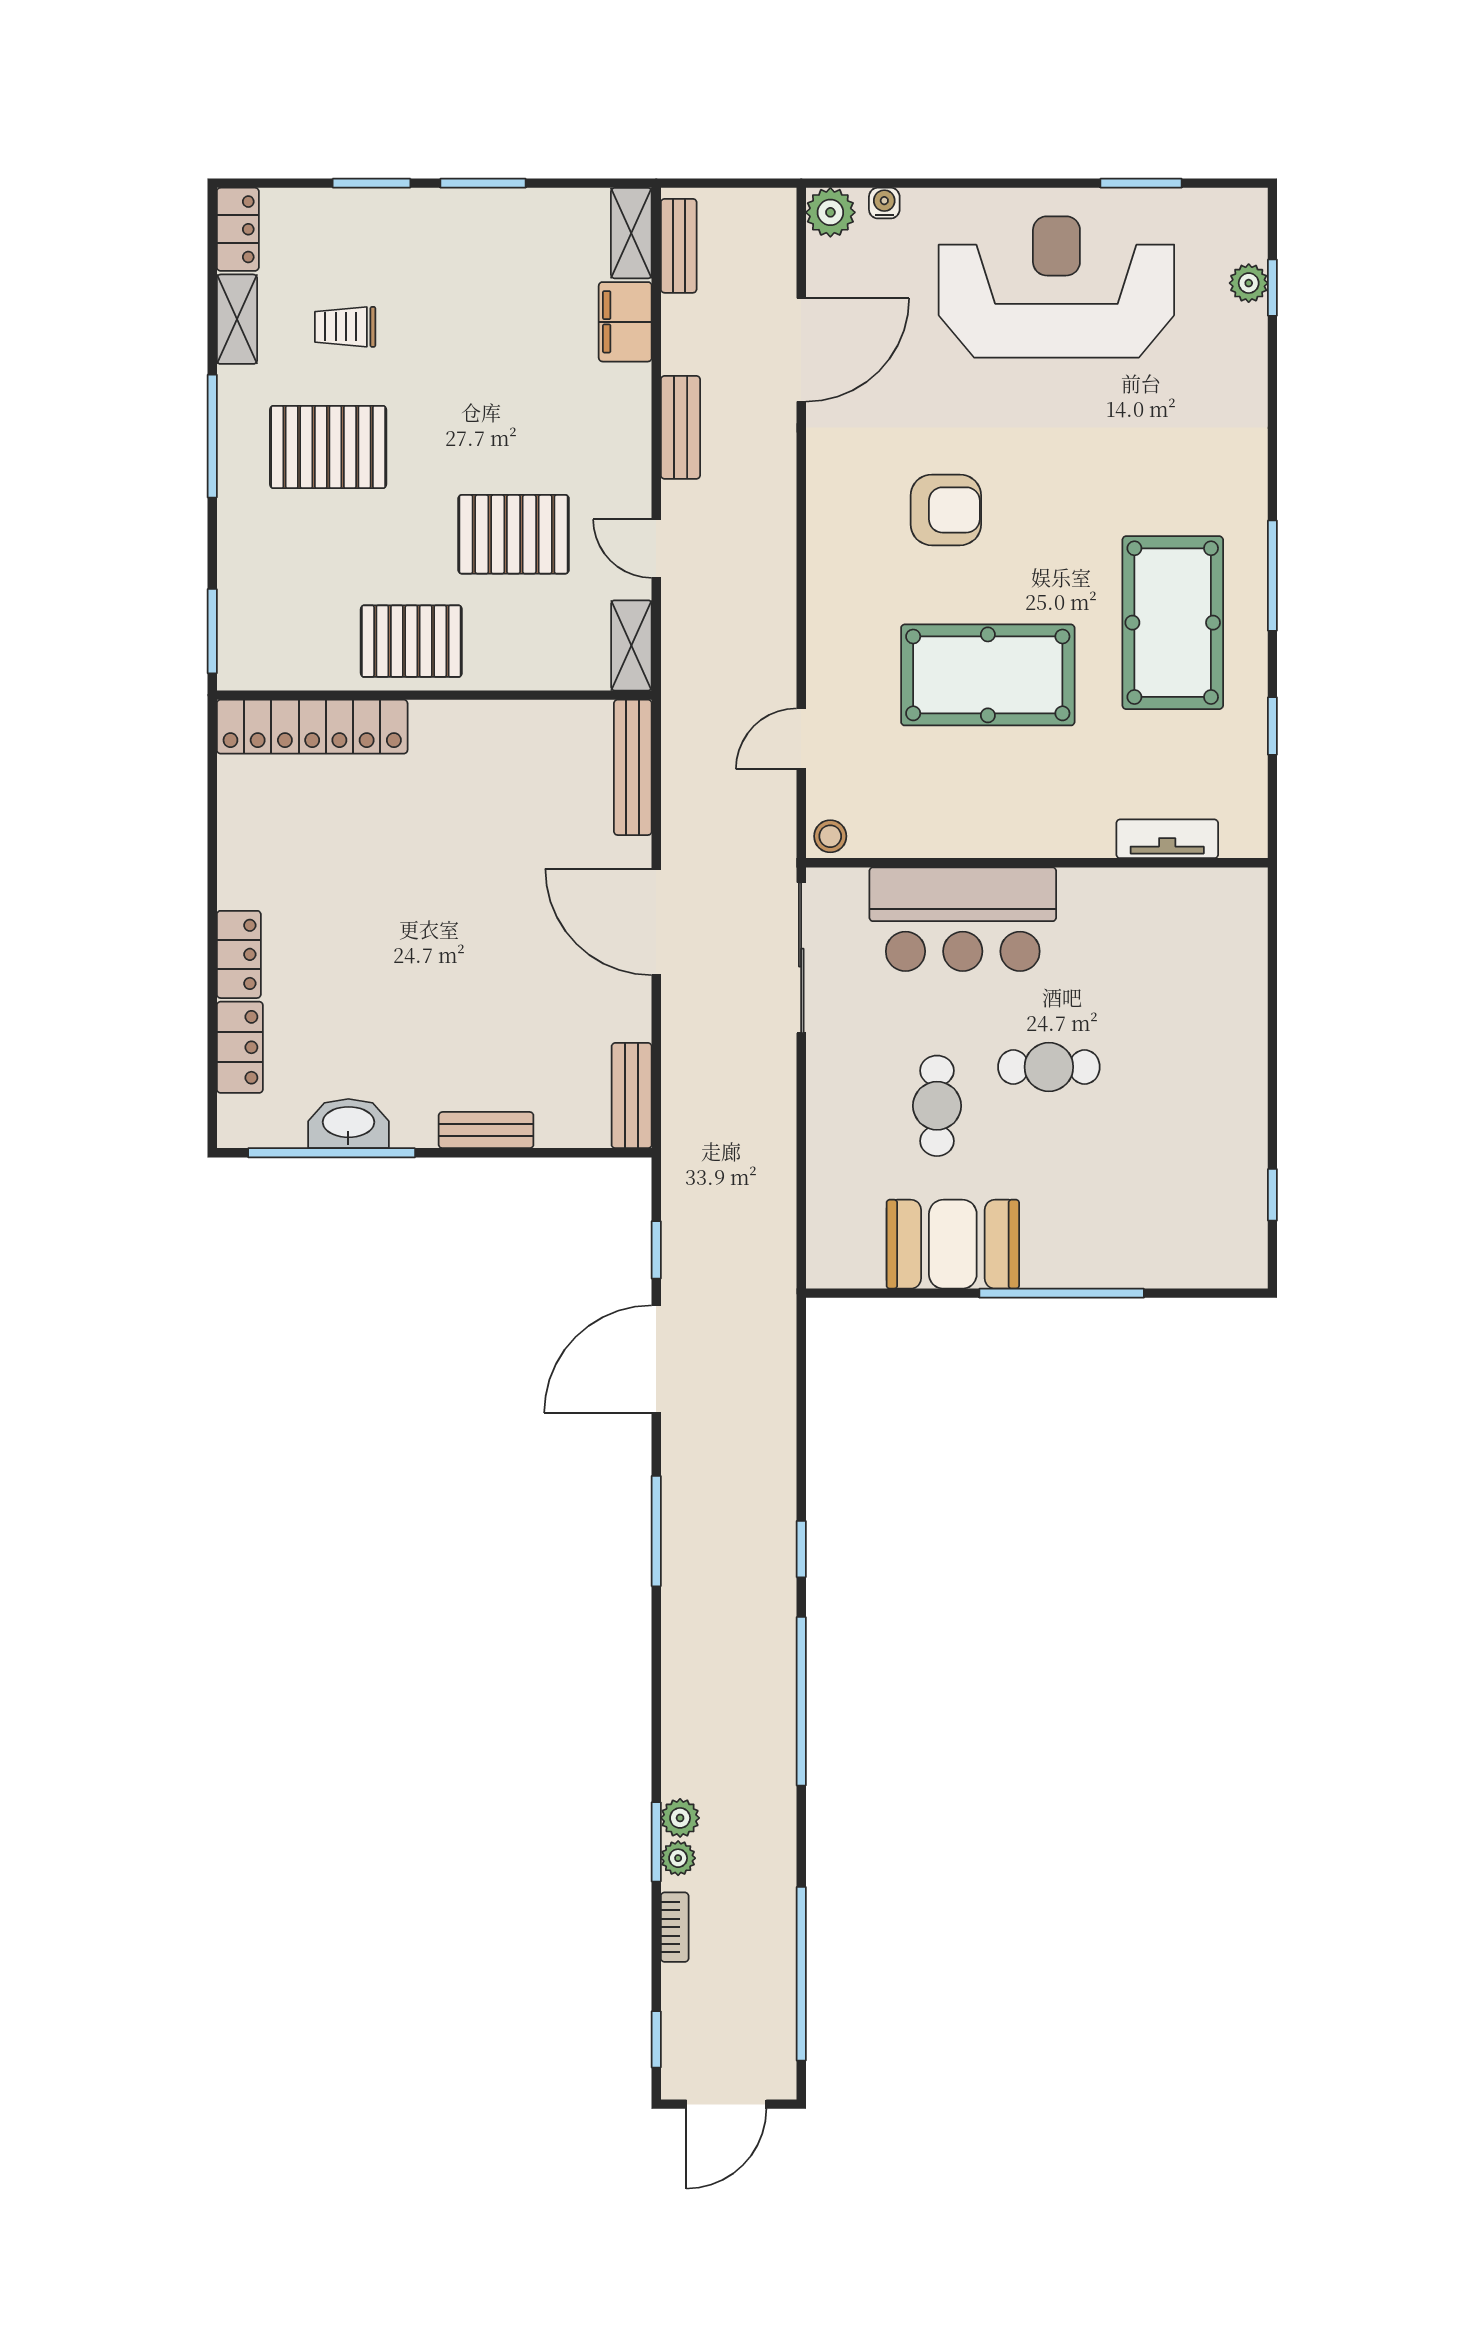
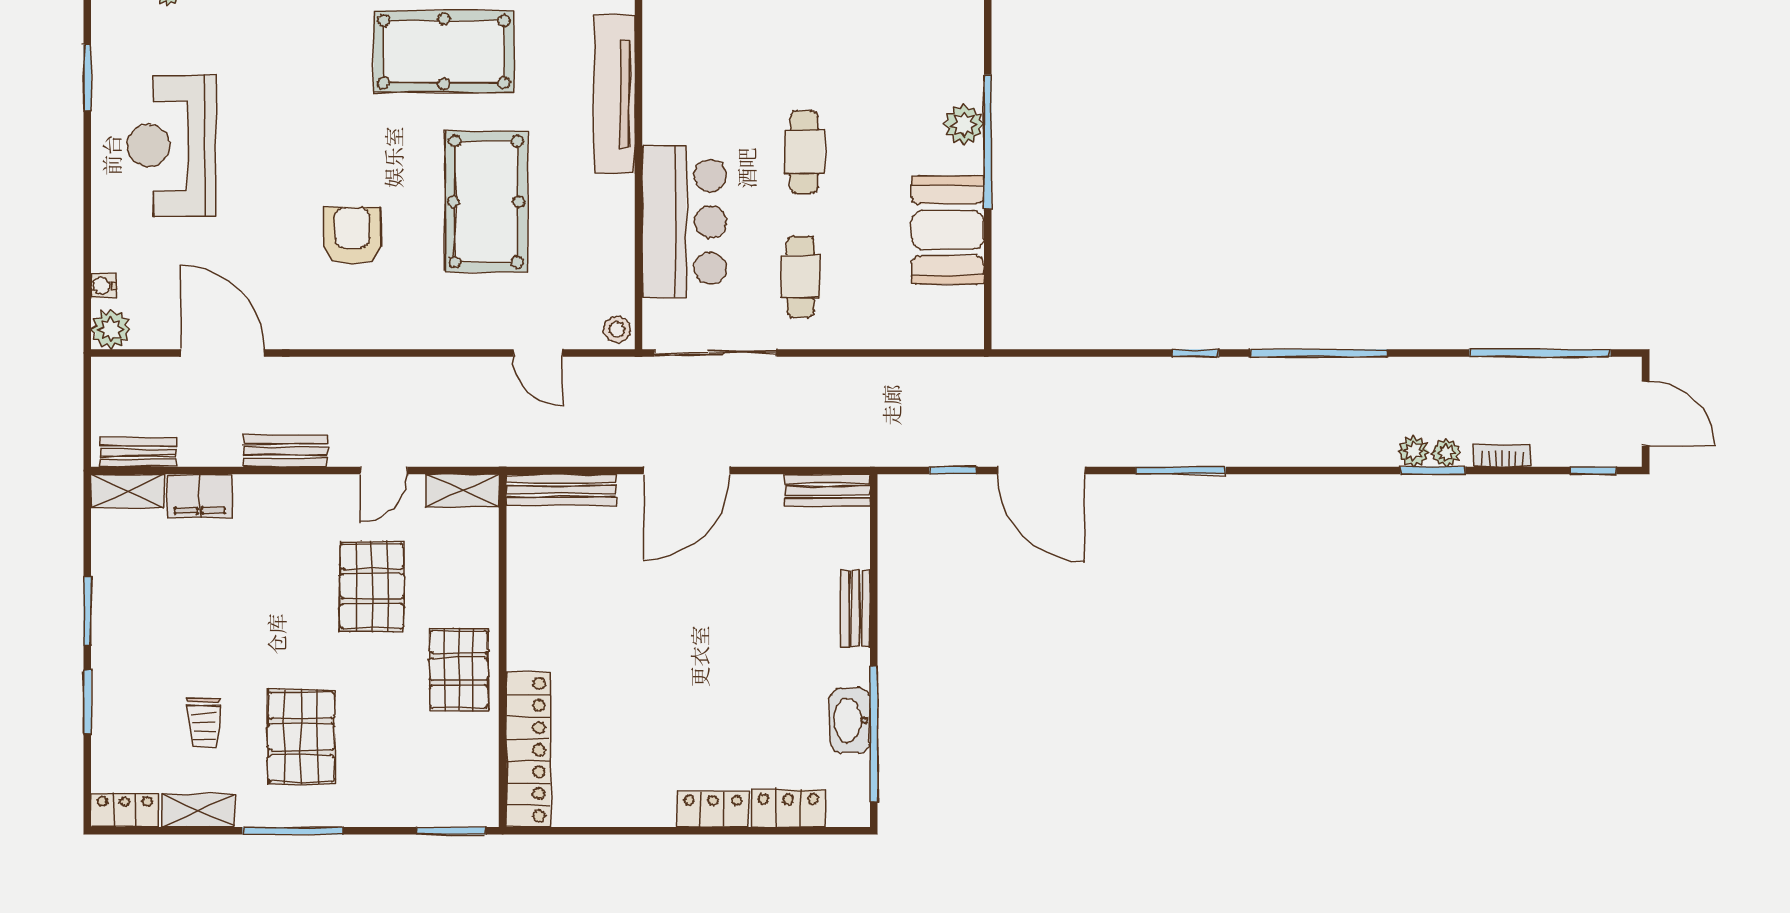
reception desk: (1056, 287) -> (171, 146), width x0.74, depth x0.77
tv unit: (1167, 839) -> (615, 94), width x1.92, depth x1.29
cafe table: (937, 1106) -> (801, 277), moved, turned 90
plant: (1083, 1264) -> (964, 125), added

